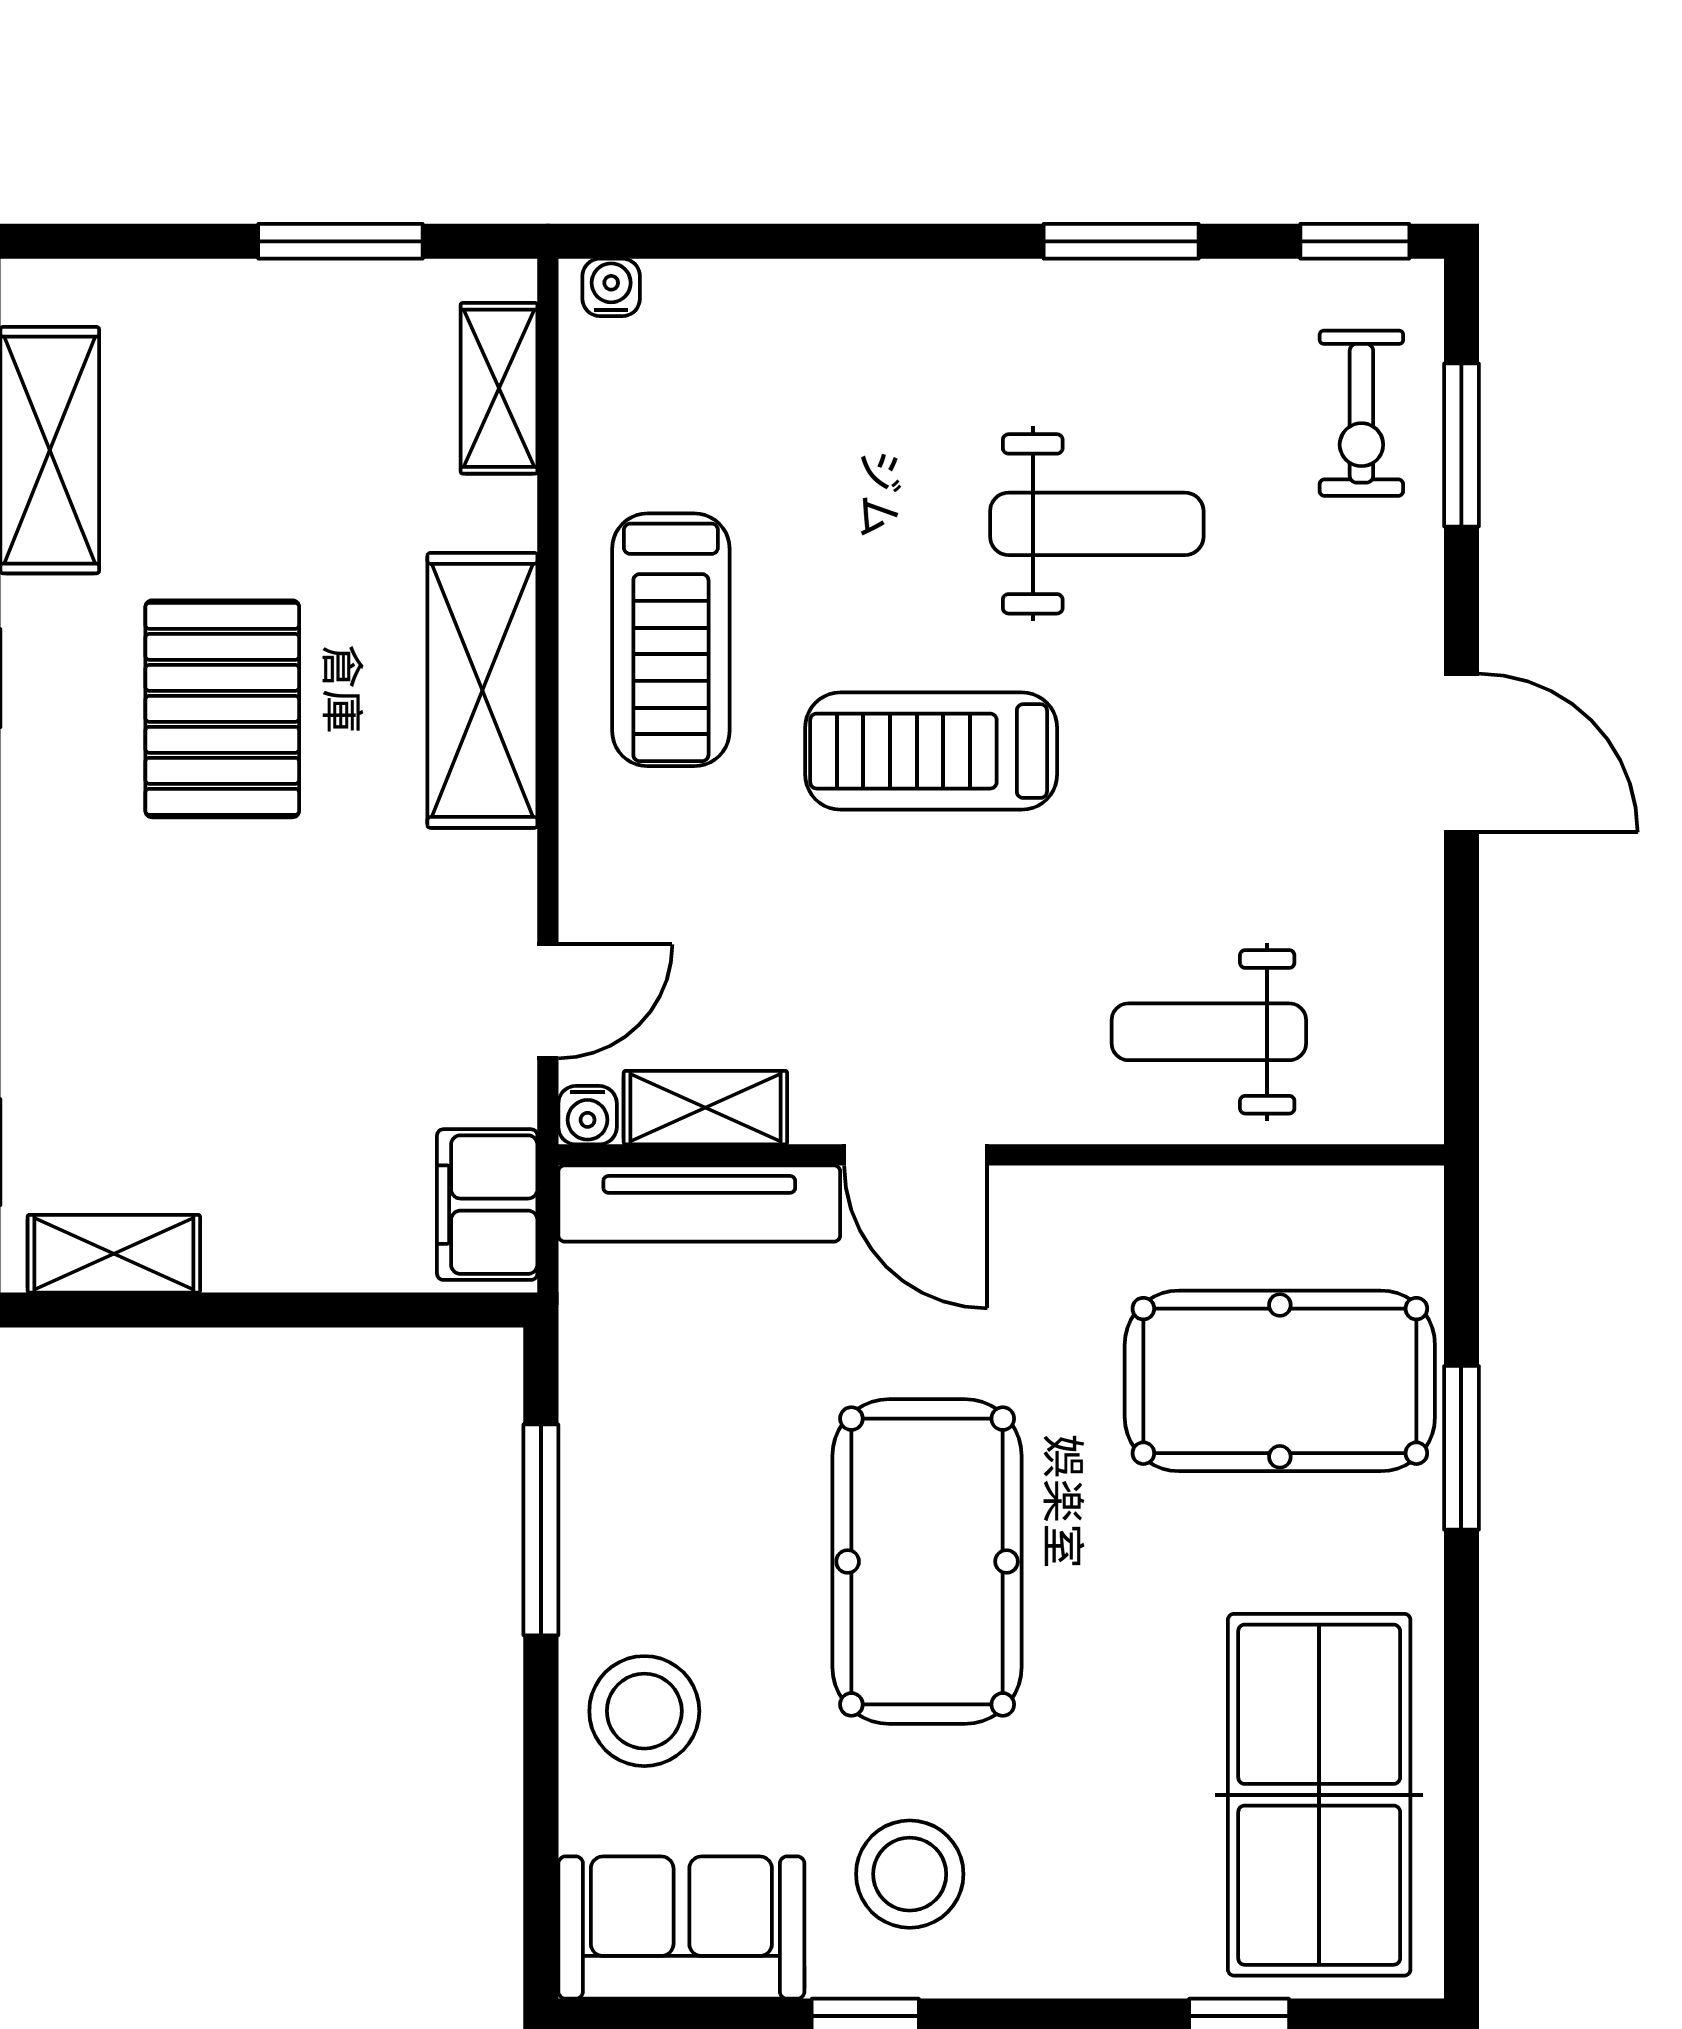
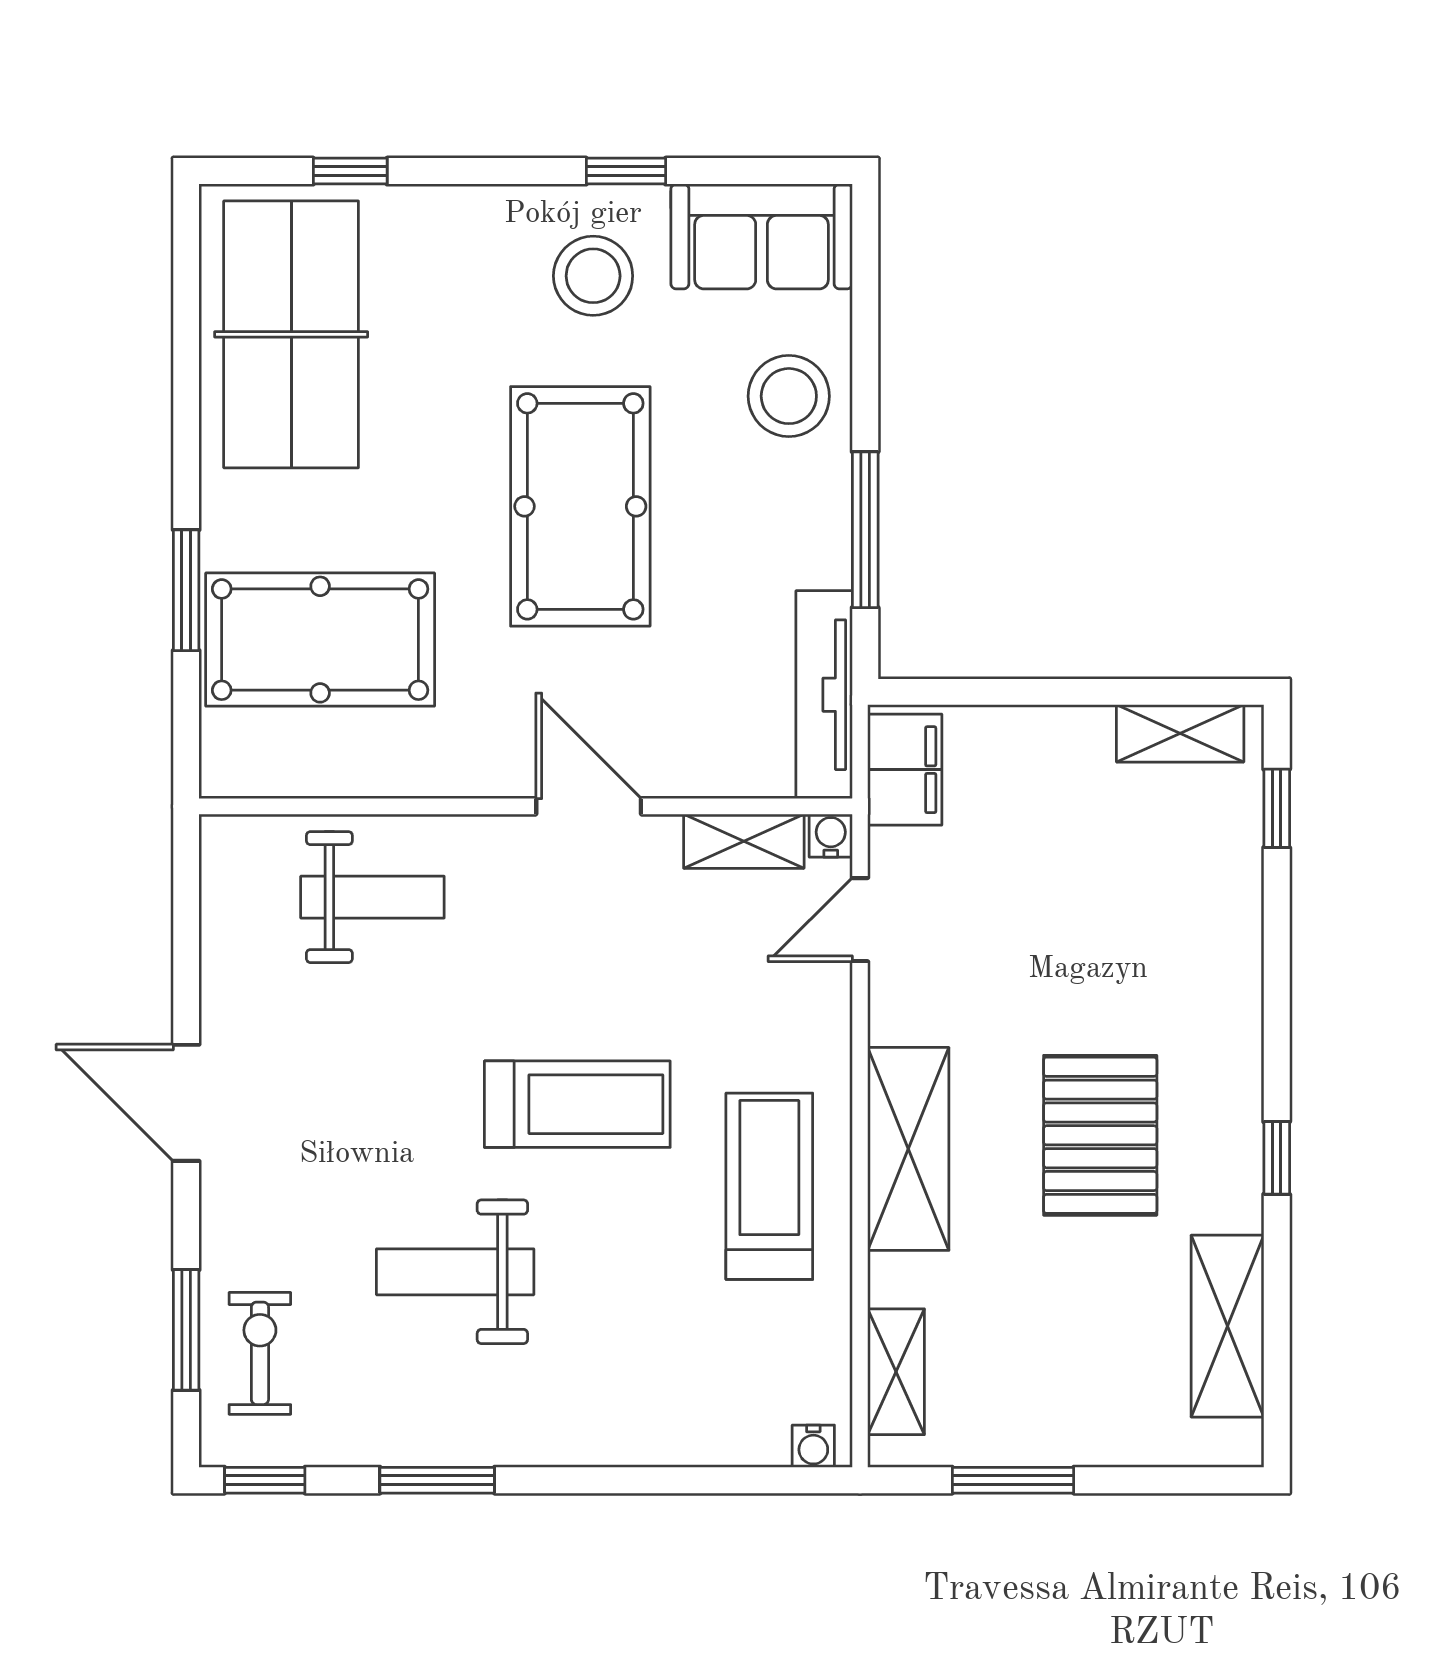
tv unit: (699, 1203) -> (824, 695), moved, turned -90

